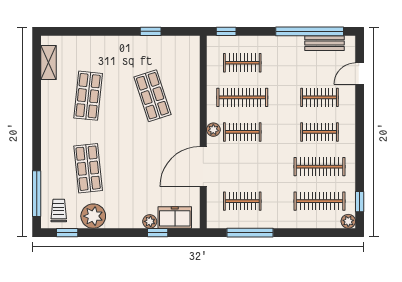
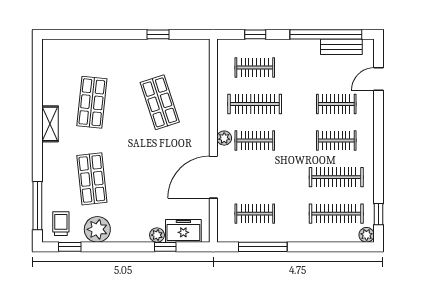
window: (226, 31) -> (255, 34), moved
shelving: (48, 63) -> (50, 124), moved

